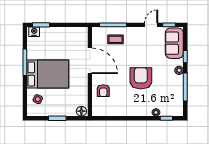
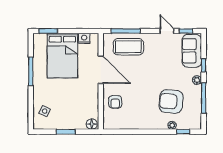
door: (151, 25) -> (167, 31), hinge flipped
nightstand: (34, 32) -> (84, 38), moved
coffee table: (115, 39) -> (128, 47), width x1.86, depth x1.72
bed: (48, 74) -> (62, 56), moved, turned 90
armchair: (141, 78) -> (171, 101), moved, turned -85

